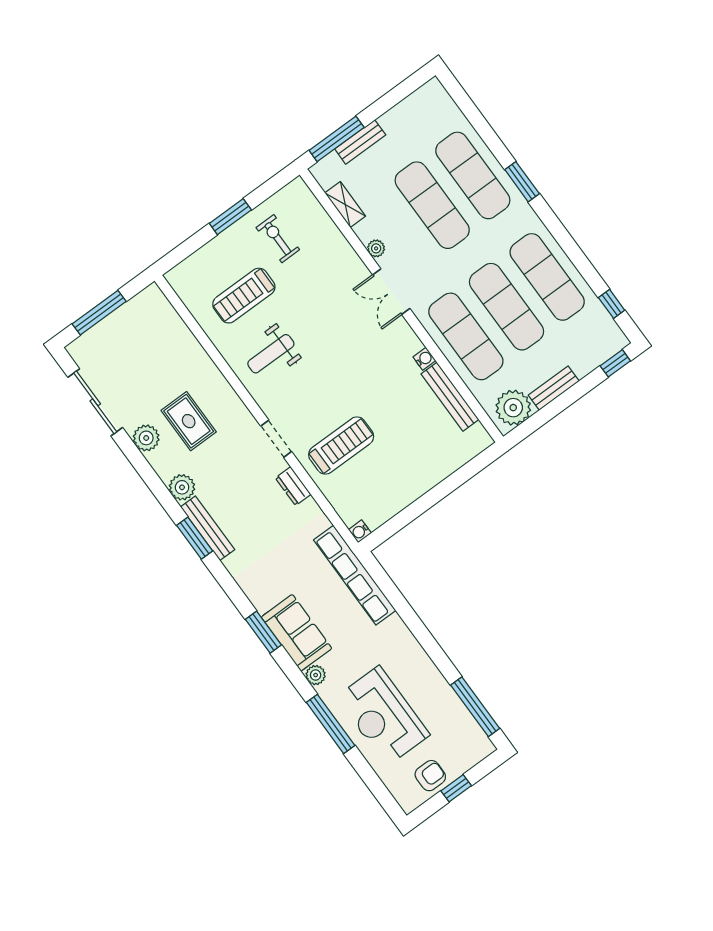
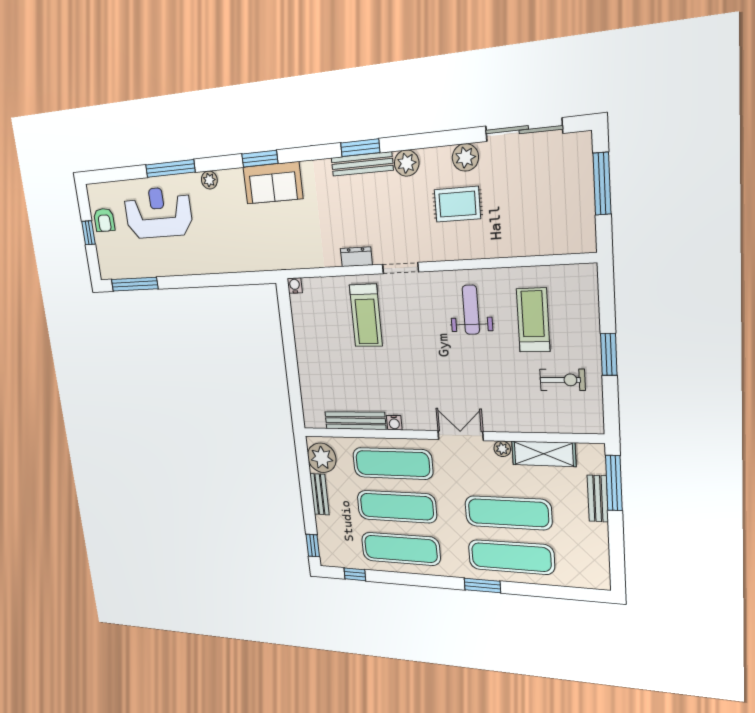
shelving: (345, 205) -> (544, 454), width x1.50, depth x1.33
row of seats: (355, 575) -> (265, 260), removed
sofa: (297, 633) -> (273, 183), moved

